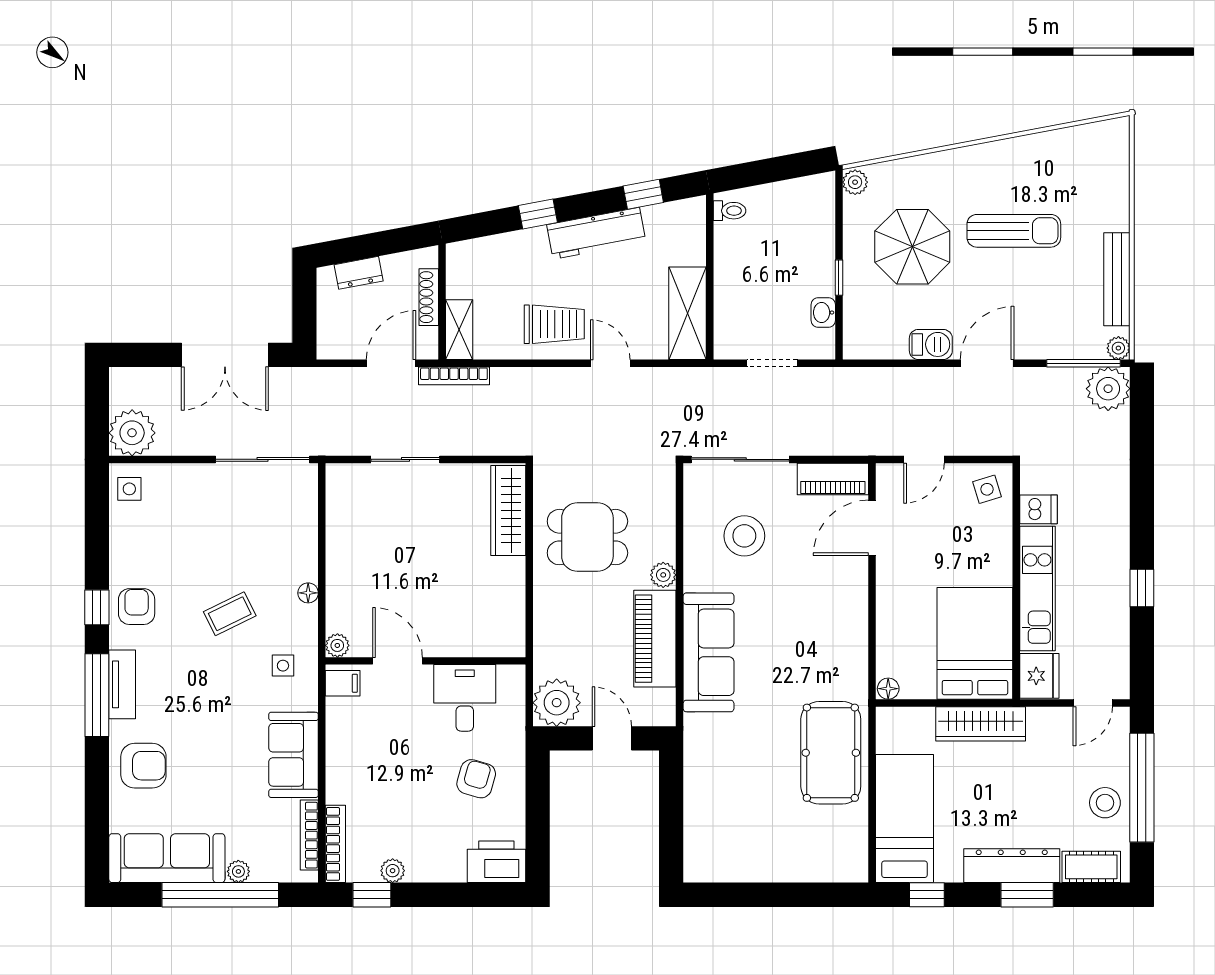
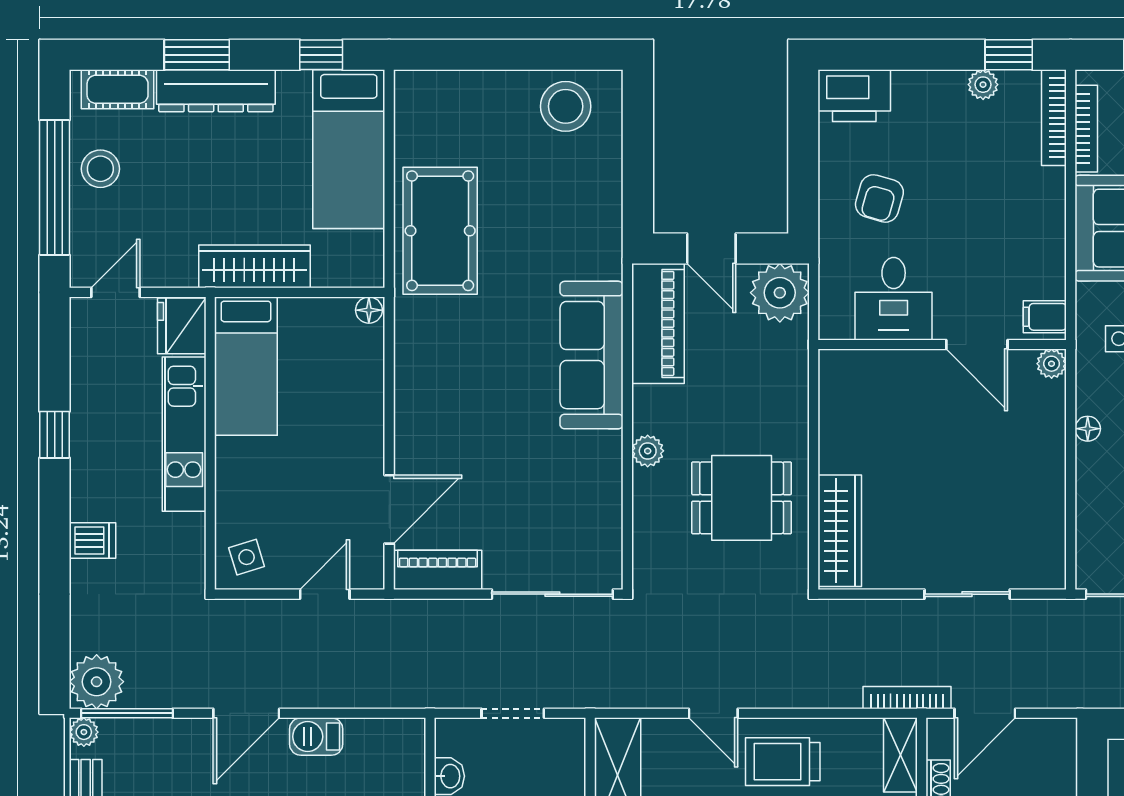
dishwasher: (1039, 509) -> (93, 540), moved, turned 180
stool: (744, 536) -> (566, 106), moved
piano: (655, 639) -> (658, 323), moved
bed: (975, 643) -> (246, 366), width x0.67

